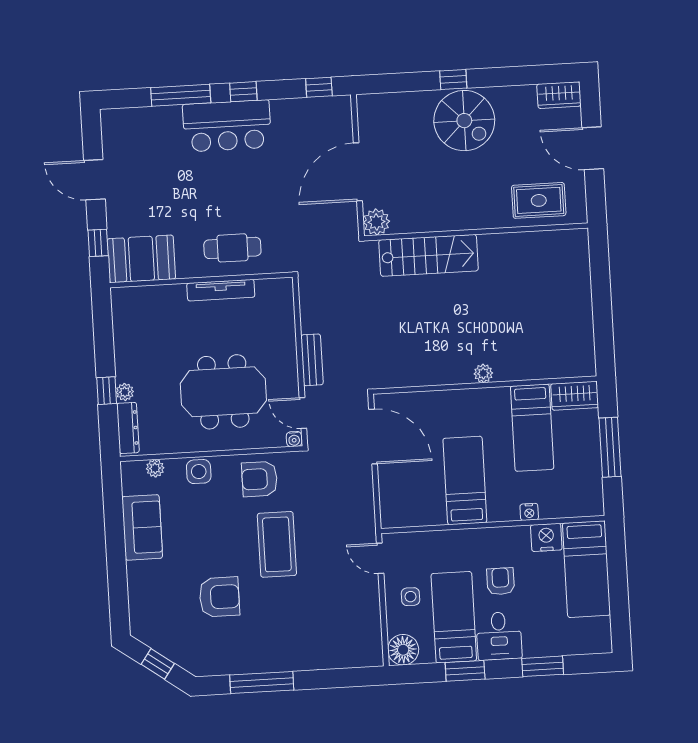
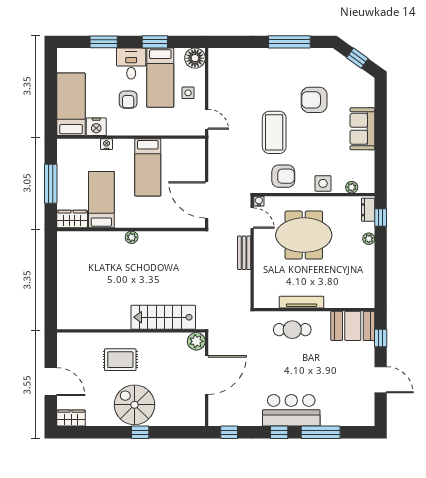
rug: (539, 200) -> (120, 360), moved
window: (107, 391) -> (381, 218), moved
dresser: (128, 428) -> (368, 210), width x0.70
sofa: (142, 527) -> (362, 129), moved

